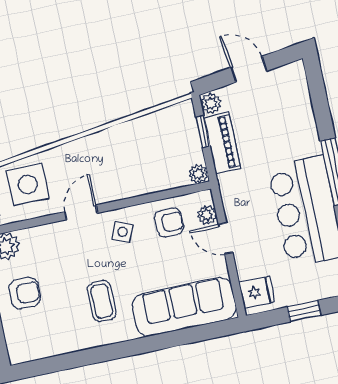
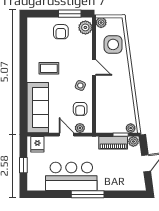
plant: (198, 174) -> (131, 128), moved
door: (226, 239) -> (67, 135), hinge flipped

